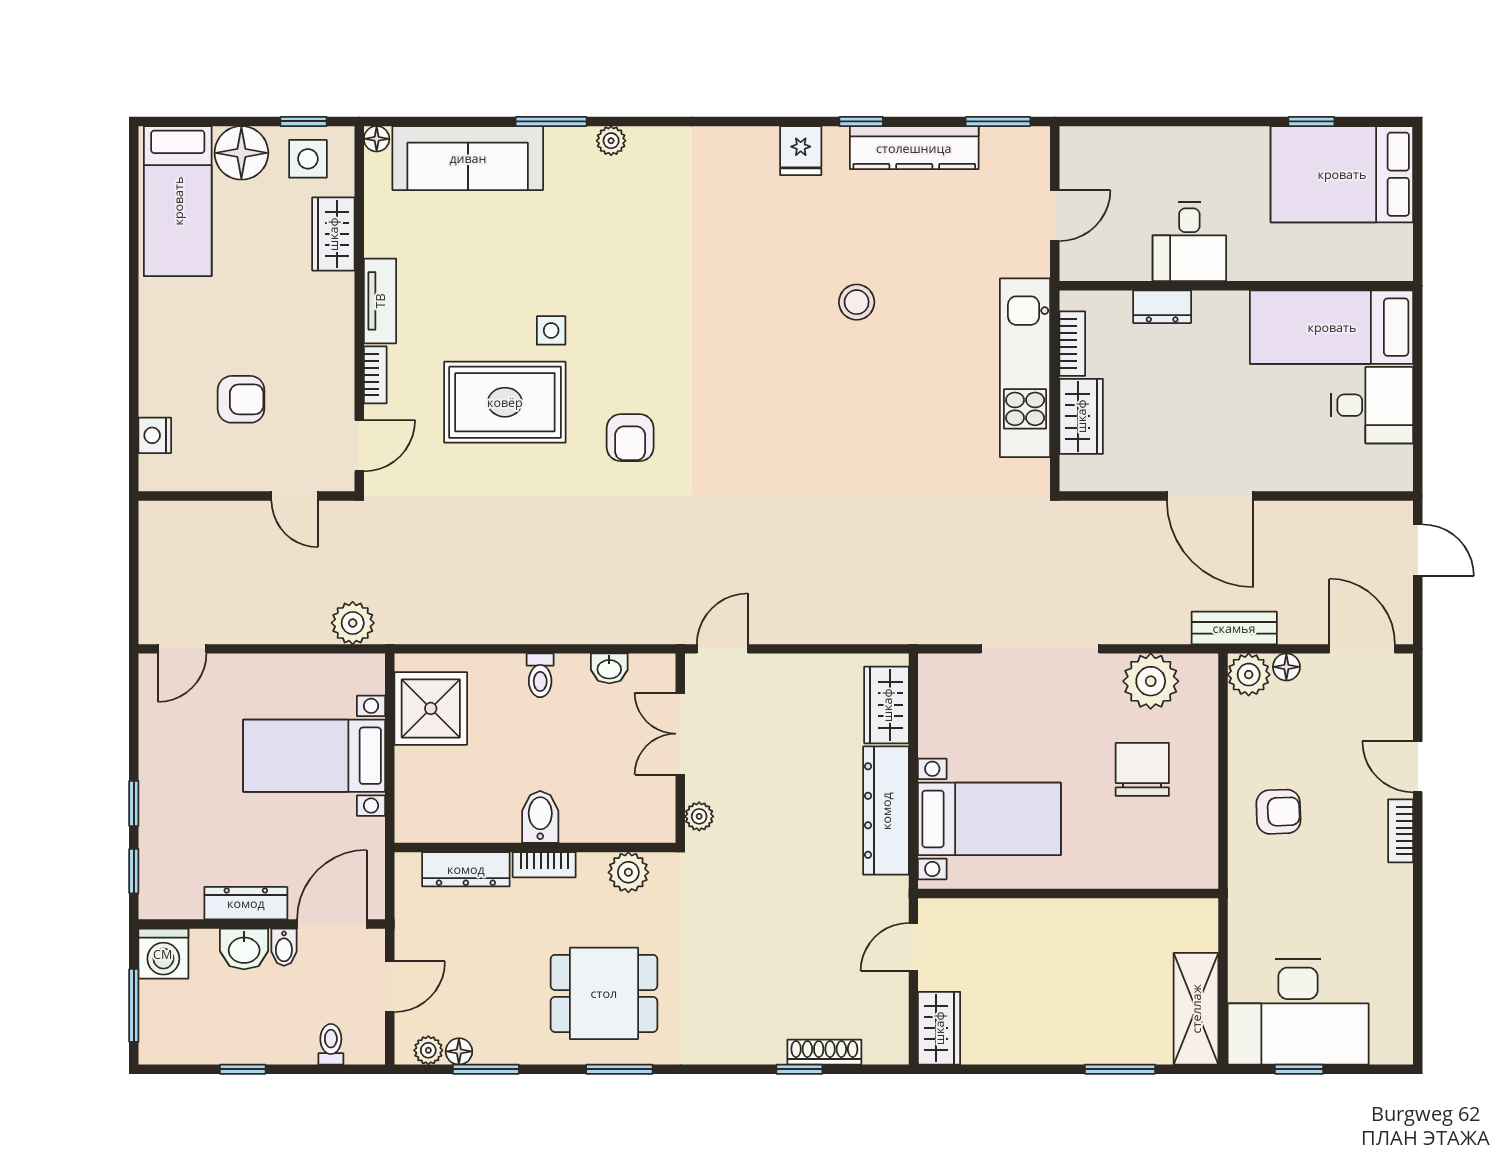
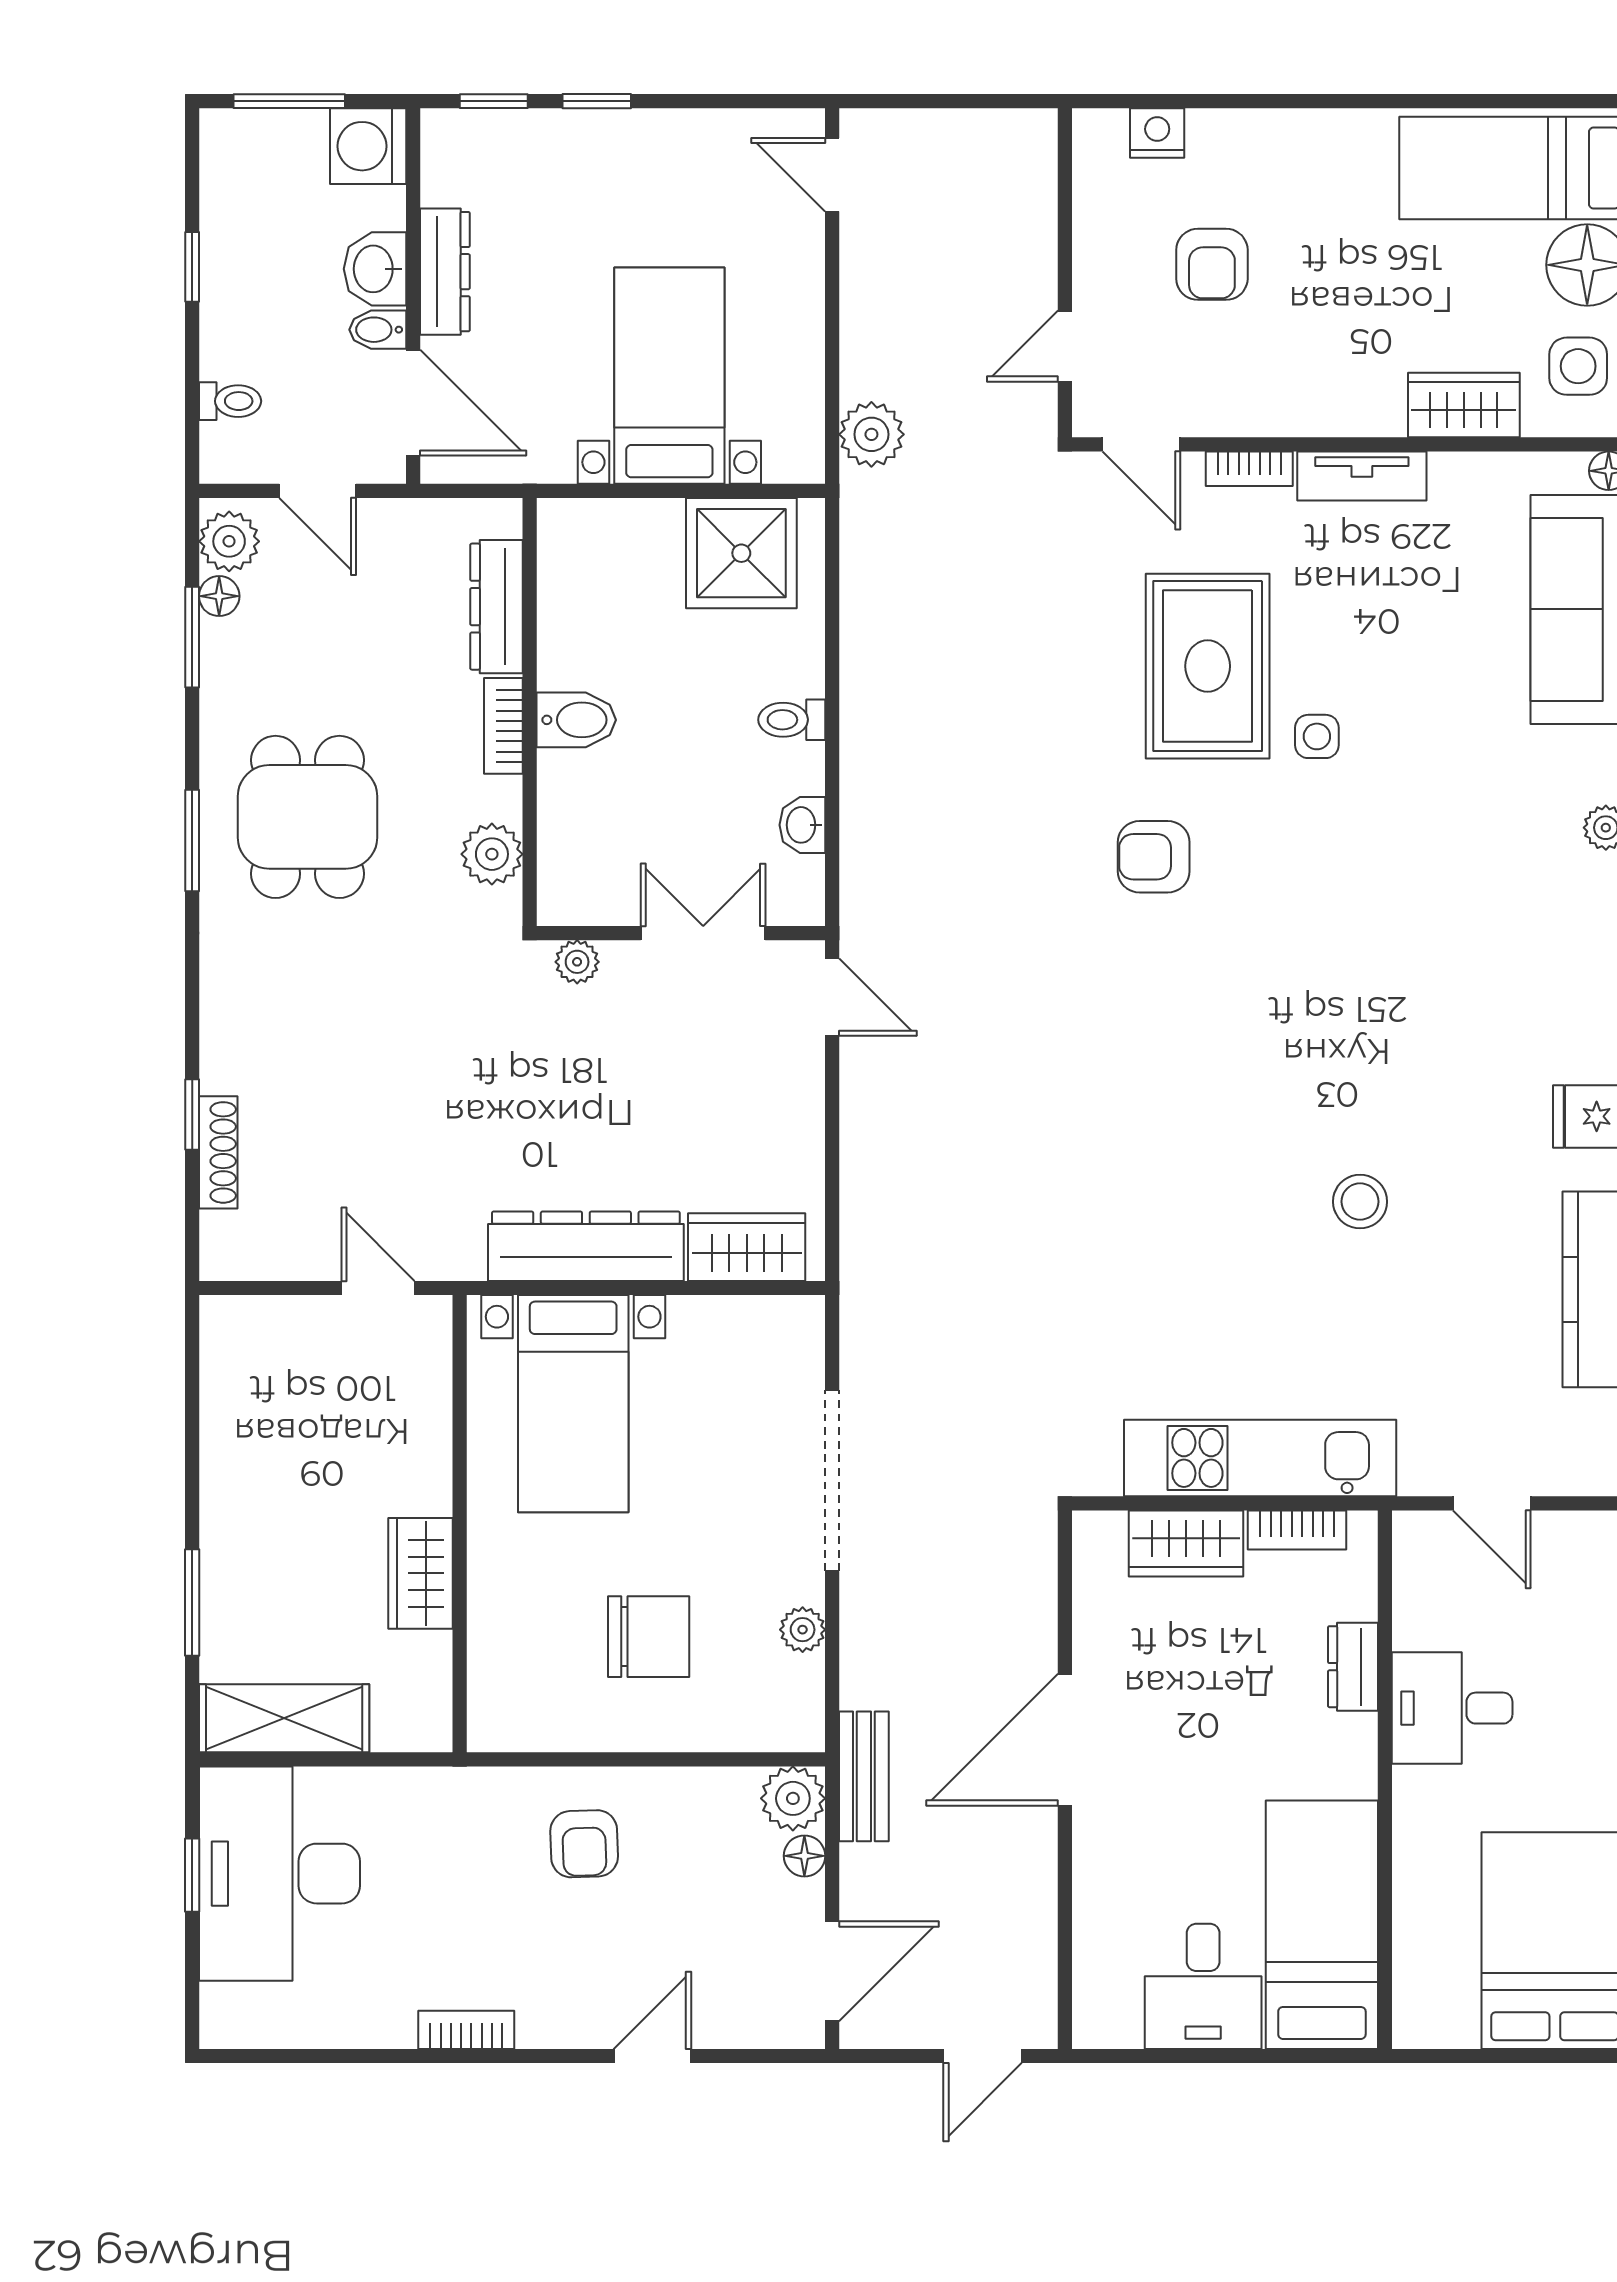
plant: (1151, 681) -> (803, 1630), width x0.53, depth x0.53
bookcase: (1401, 831) -> (466, 2030), moved
wardrobe: (939, 1028) -> (421, 1573), moved, turned 90
plant: (428, 1050) -> (229, 541), width x1.38, depth x1.38

